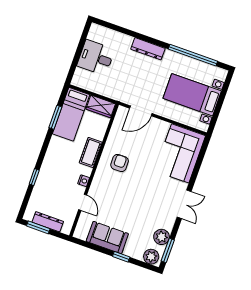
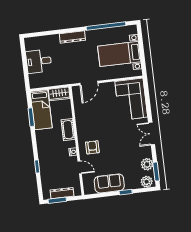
armchair: (120, 163) -> (92, 147), moved
double door: (184, 204) -> (152, 134), swing flipped

